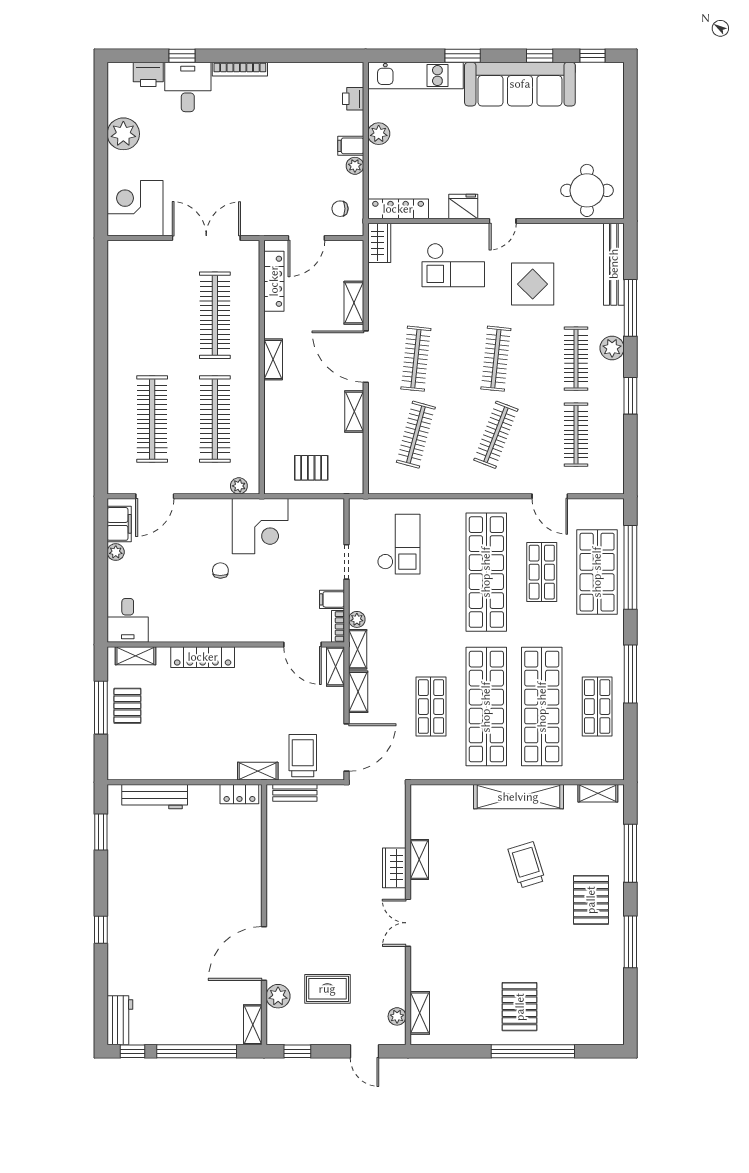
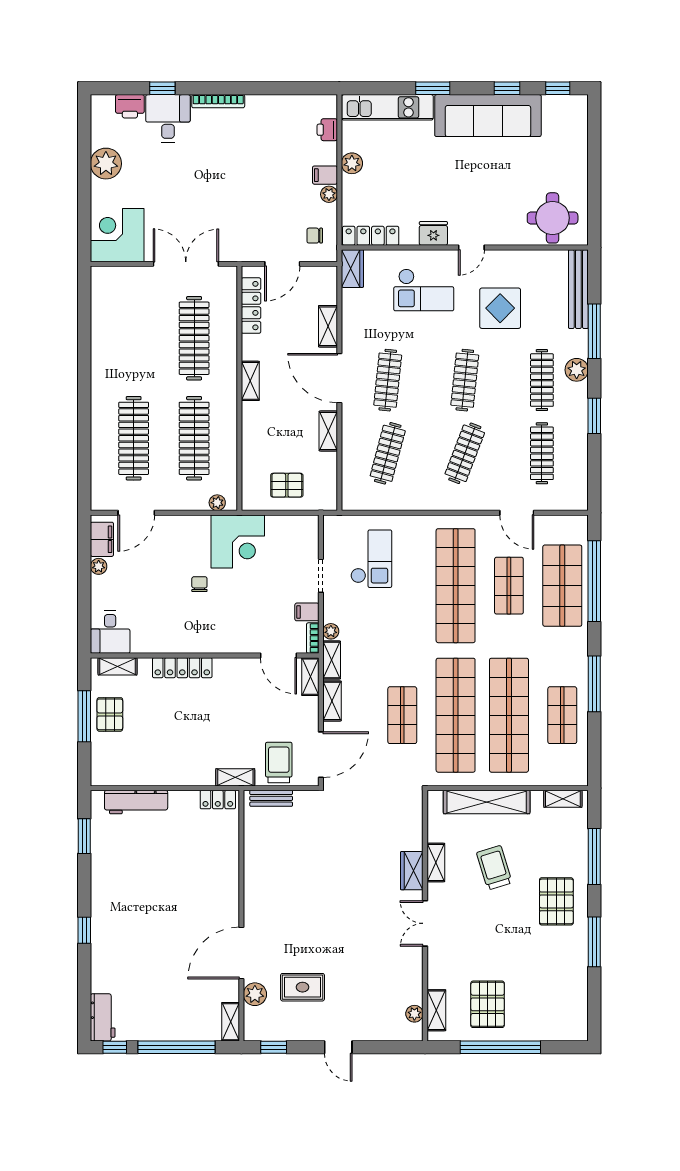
shelving: (419, 859) -> (436, 862), moved
wardrobe: (394, 868) -> (412, 871), moved
wall: (408, 915) -> (425, 916), moved
double door: (408, 923) -> (425, 923), moved
shelving: (420, 1013) -> (436, 1010), moved
plant: (397, 1016) -> (414, 1014), moved

